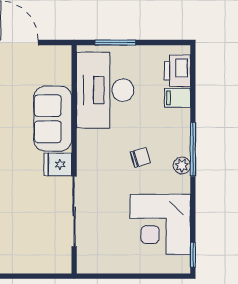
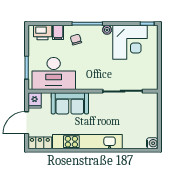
chair: (140, 157) -> (76, 40), moved
fridge: (58, 164) -> (35, 100), moved
plant: (182, 166) -> (107, 30), moved

